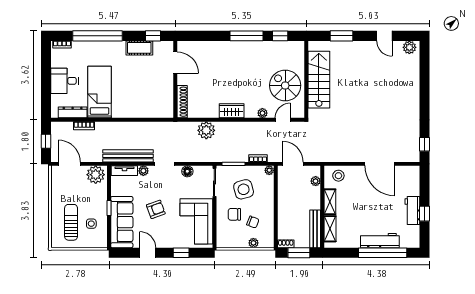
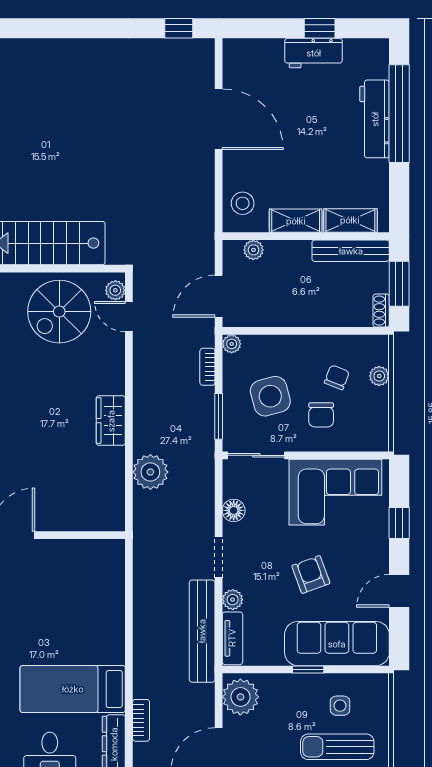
shoe rack: (182, 102) -> (92, 521), removed
plant: (262, 113) -> (115, 290), moved
door: (380, 164) -> (219, 119), hinge flipped

